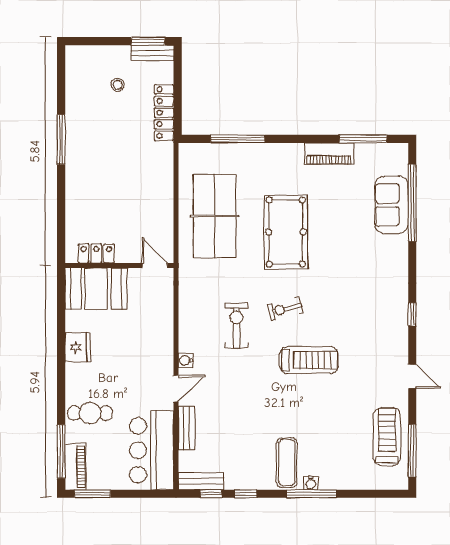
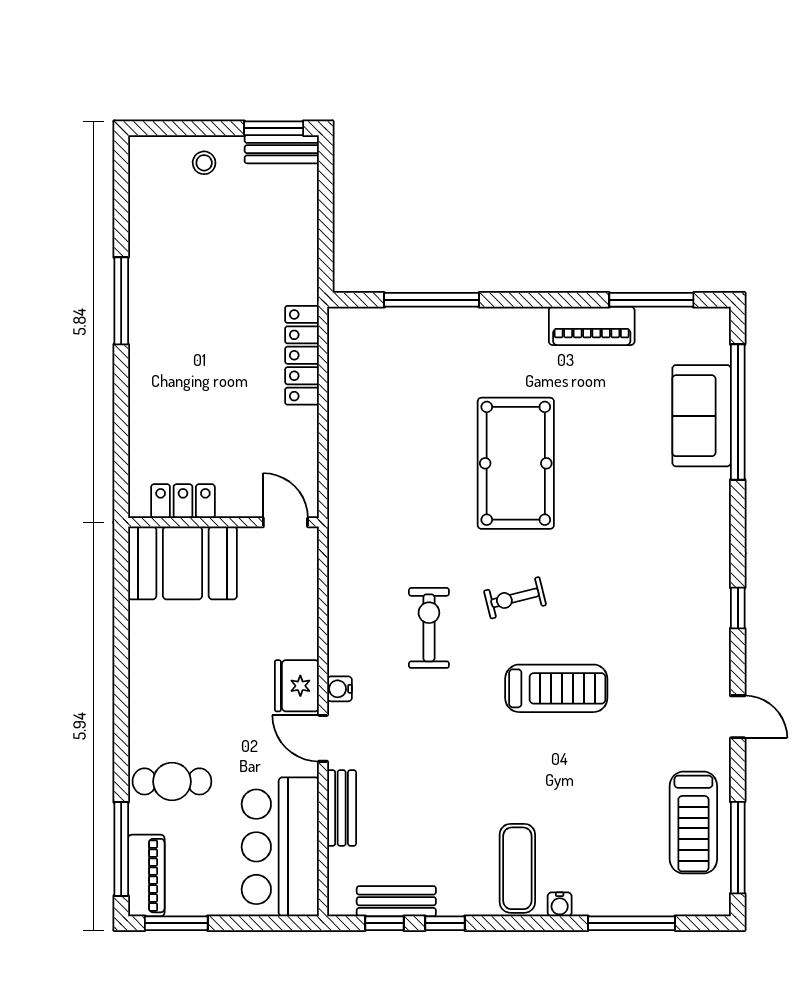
stool: (118, 85) -> (204, 163), moved
locker: (164, 113) -> (302, 355), moved
table tennis table: (215, 216) -> (391, 435), removed
fridge: (78, 347) -> (297, 686), moved, turned 180
door: (176, 389) -> (323, 738), swing flipped
treadmill: (387, 436) -> (693, 823), turned 180
bench: (201, 481) -> (396, 901), moved
window: (312, 494) -> (632, 923), moved

